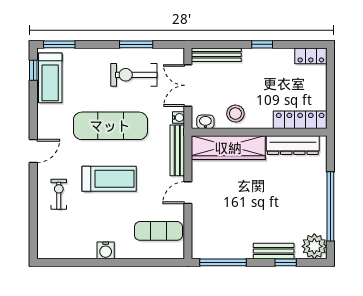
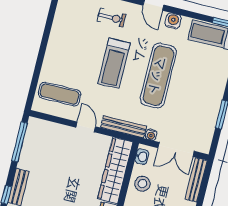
exercise bike: (134, 75) -> (197, 106), removed
double door: (188, 85) -> (176, 149), swing flipped
exercise mat: (158, 231) -> (60, 94), turned 90
water cooler: (106, 250) -> (173, 21), moved, turned 90

